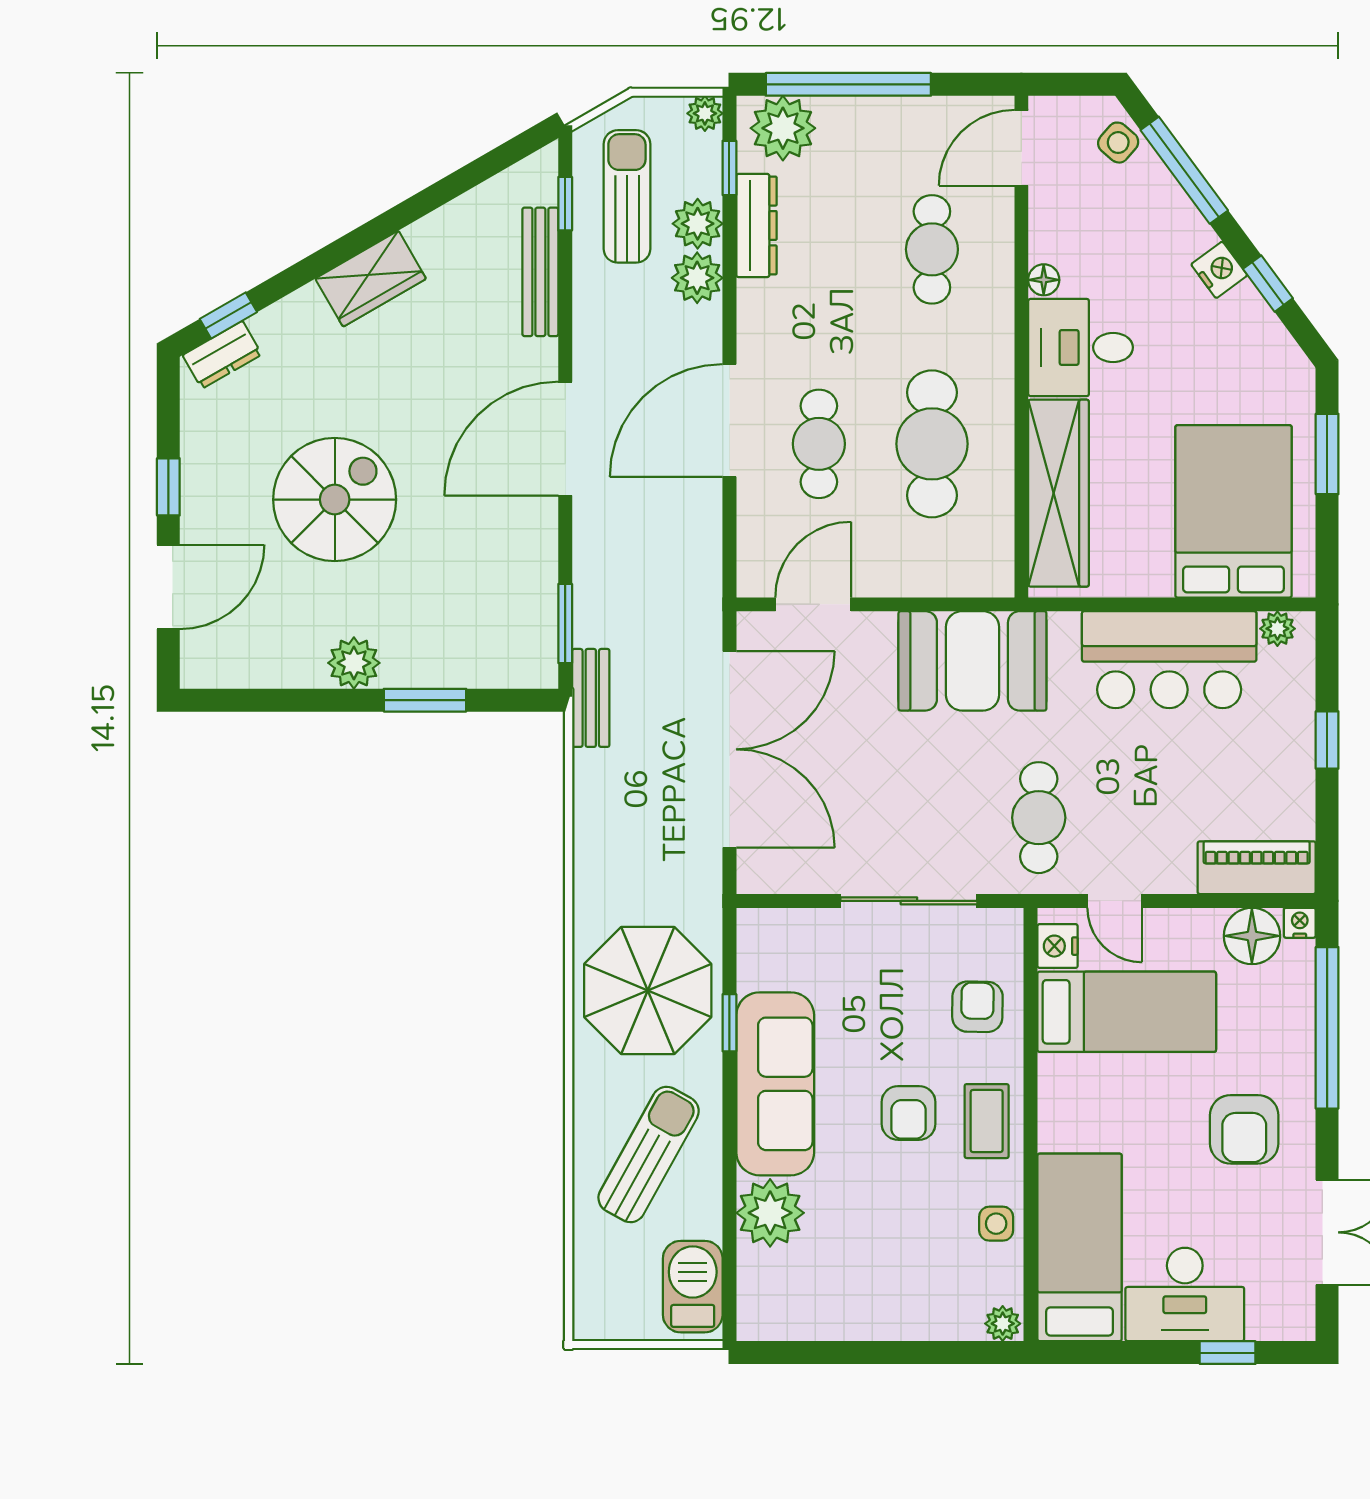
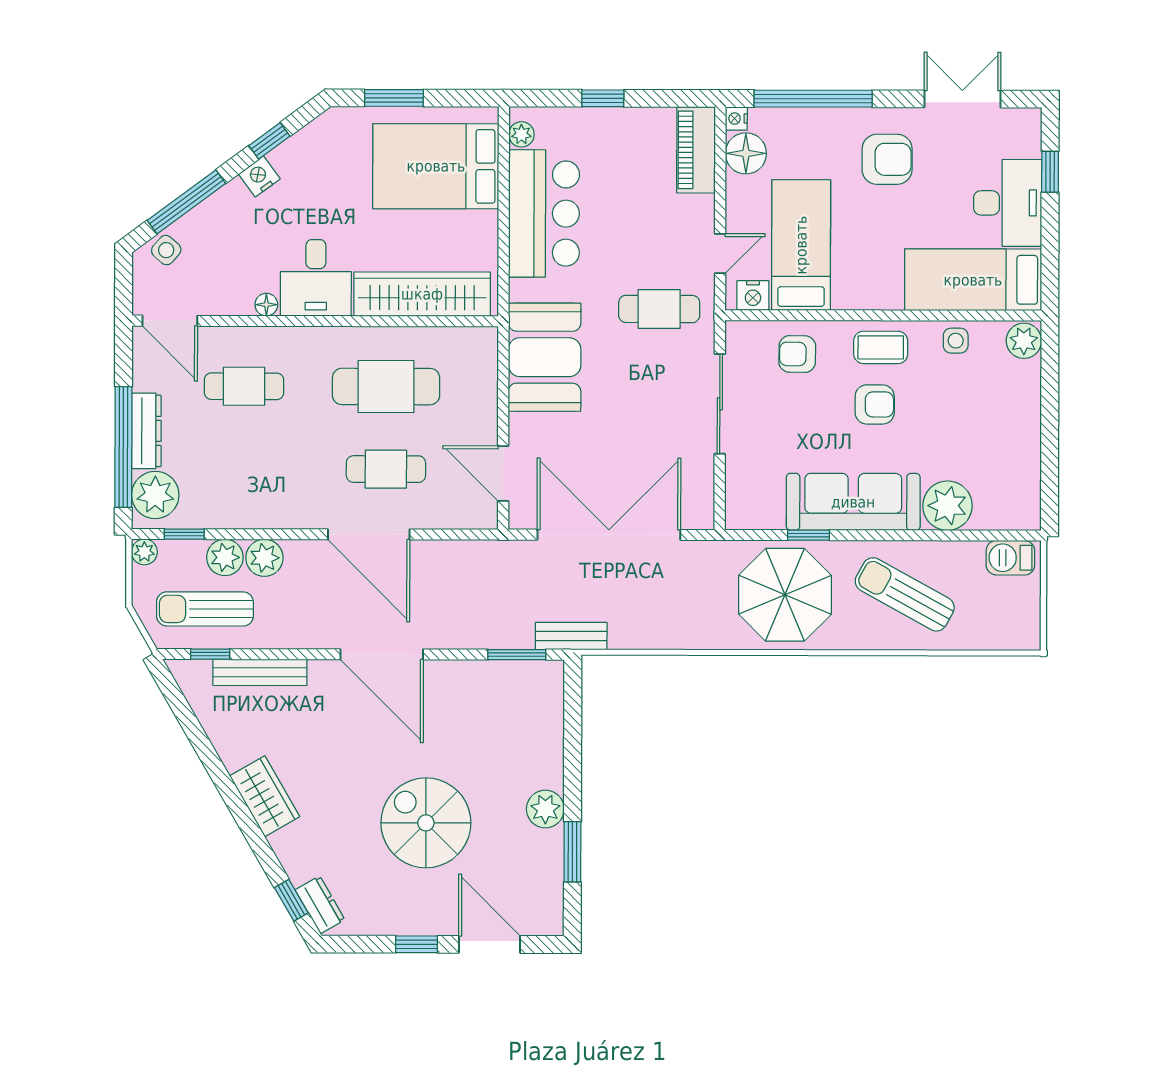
dresser: (756, 225) -> (146, 431), moved, turned 90
window: (425, 700) -> (572, 852), moved
barbecue: (693, 1287) -> (1010, 558), width x0.73, depth x0.79
plant: (1003, 1324) -> (1024, 341), width x1.38, depth x1.38

